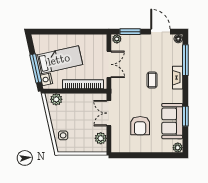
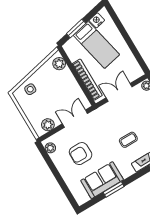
double door: (109, 64) -> (119, 92), swing flipped
window: (36, 68) -> (76, 28), width x0.69
nightstand: (46, 79) -> (97, 20), moved
plant: (178, 148) -> (50, 148), moved

